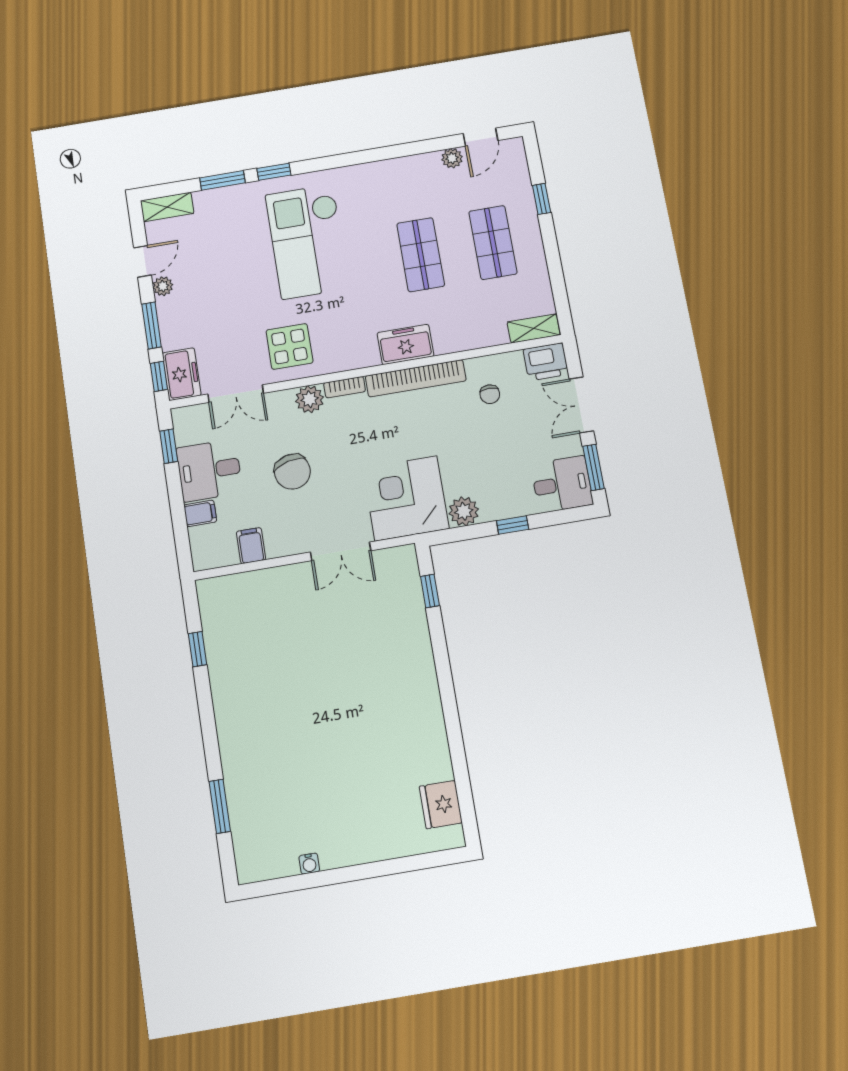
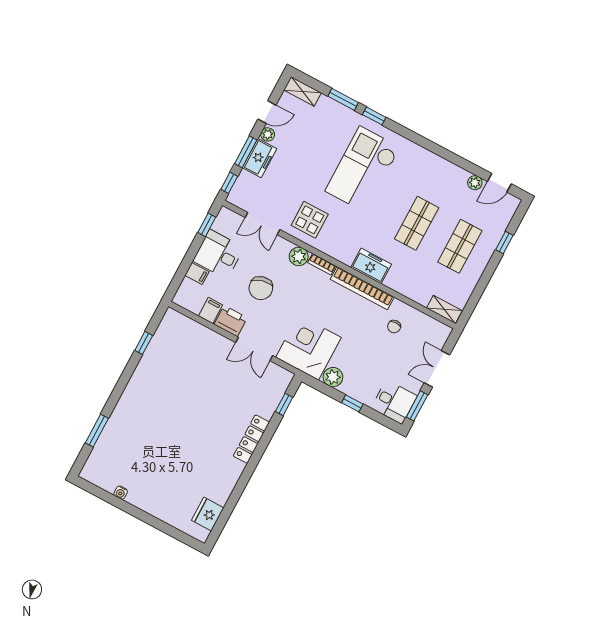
printer: (546, 362) -> (231, 321), moved, turned 180
freezer: (182, 374) -> (259, 158), moved
locker: (423, 666) -> (251, 439), added

